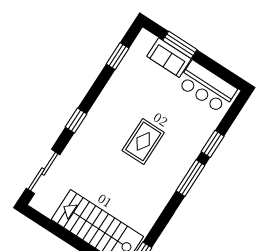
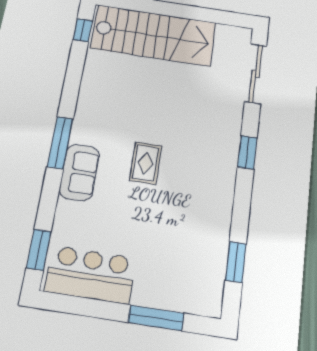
sofa: (169, 58) -> (79, 172), moved, turned 90
rug: (143, 141) -> (145, 163), width x0.73, depth x0.70
window: (213, 144) -> (39, 250), moved

